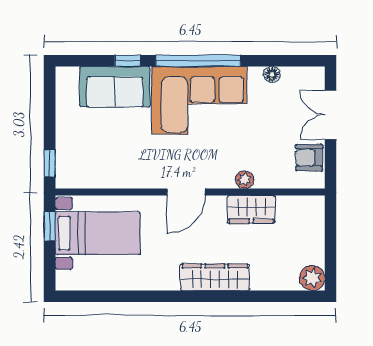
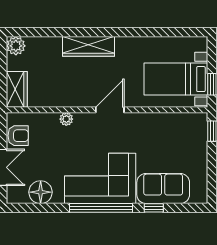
floor lamp: (272, 75) -> (41, 192), width x1.89, depth x1.89
wardrobe: (251, 209) -> (17, 89), moved, turned 90

